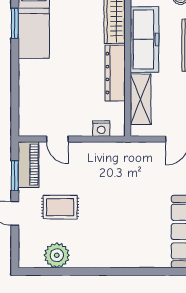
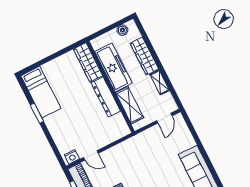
window: (15, 23) -> (37, 113), moved
nightstand: (101, 129) -> (72, 157), moved

